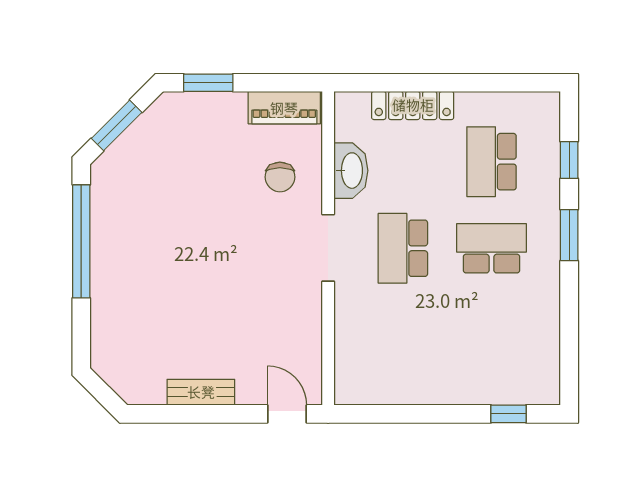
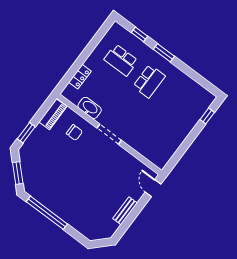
locker: (413, 105) -> (80, 77), width x0.66
school desk: (403, 248) -> (128, 110), removed
school desk: (492, 248) -> (149, 81), turned 180
door: (287, 414) -> (153, 188), hinge flipped

